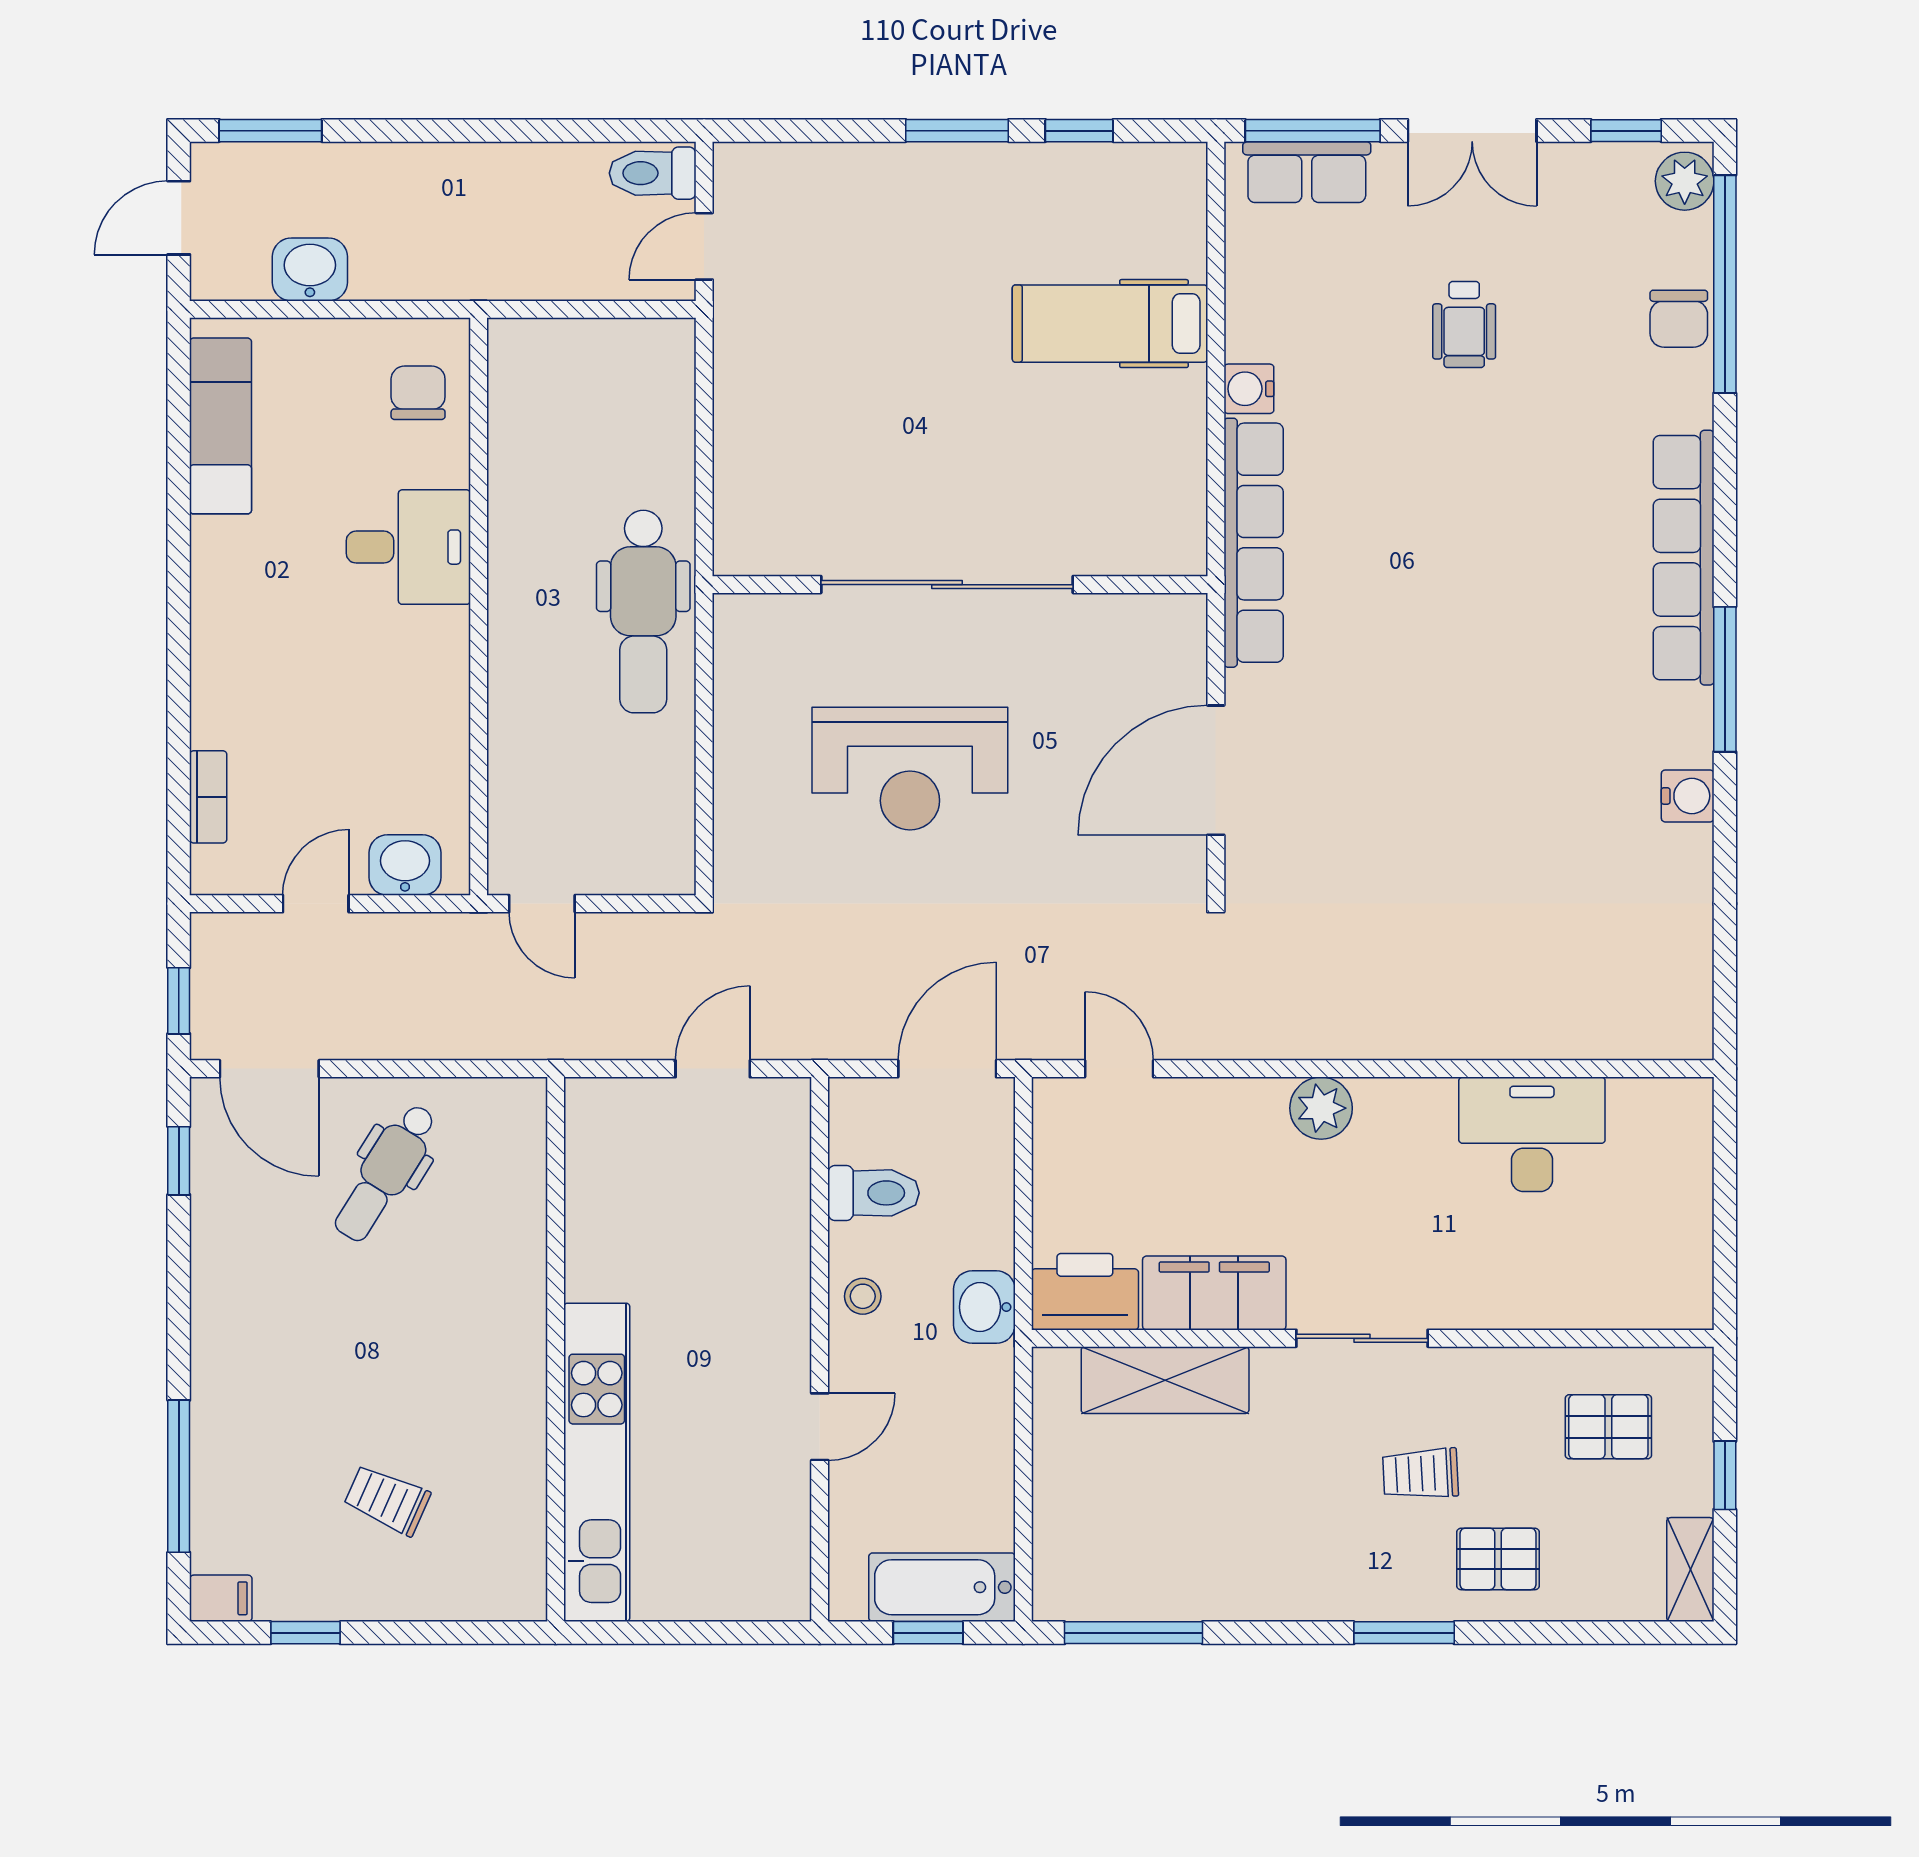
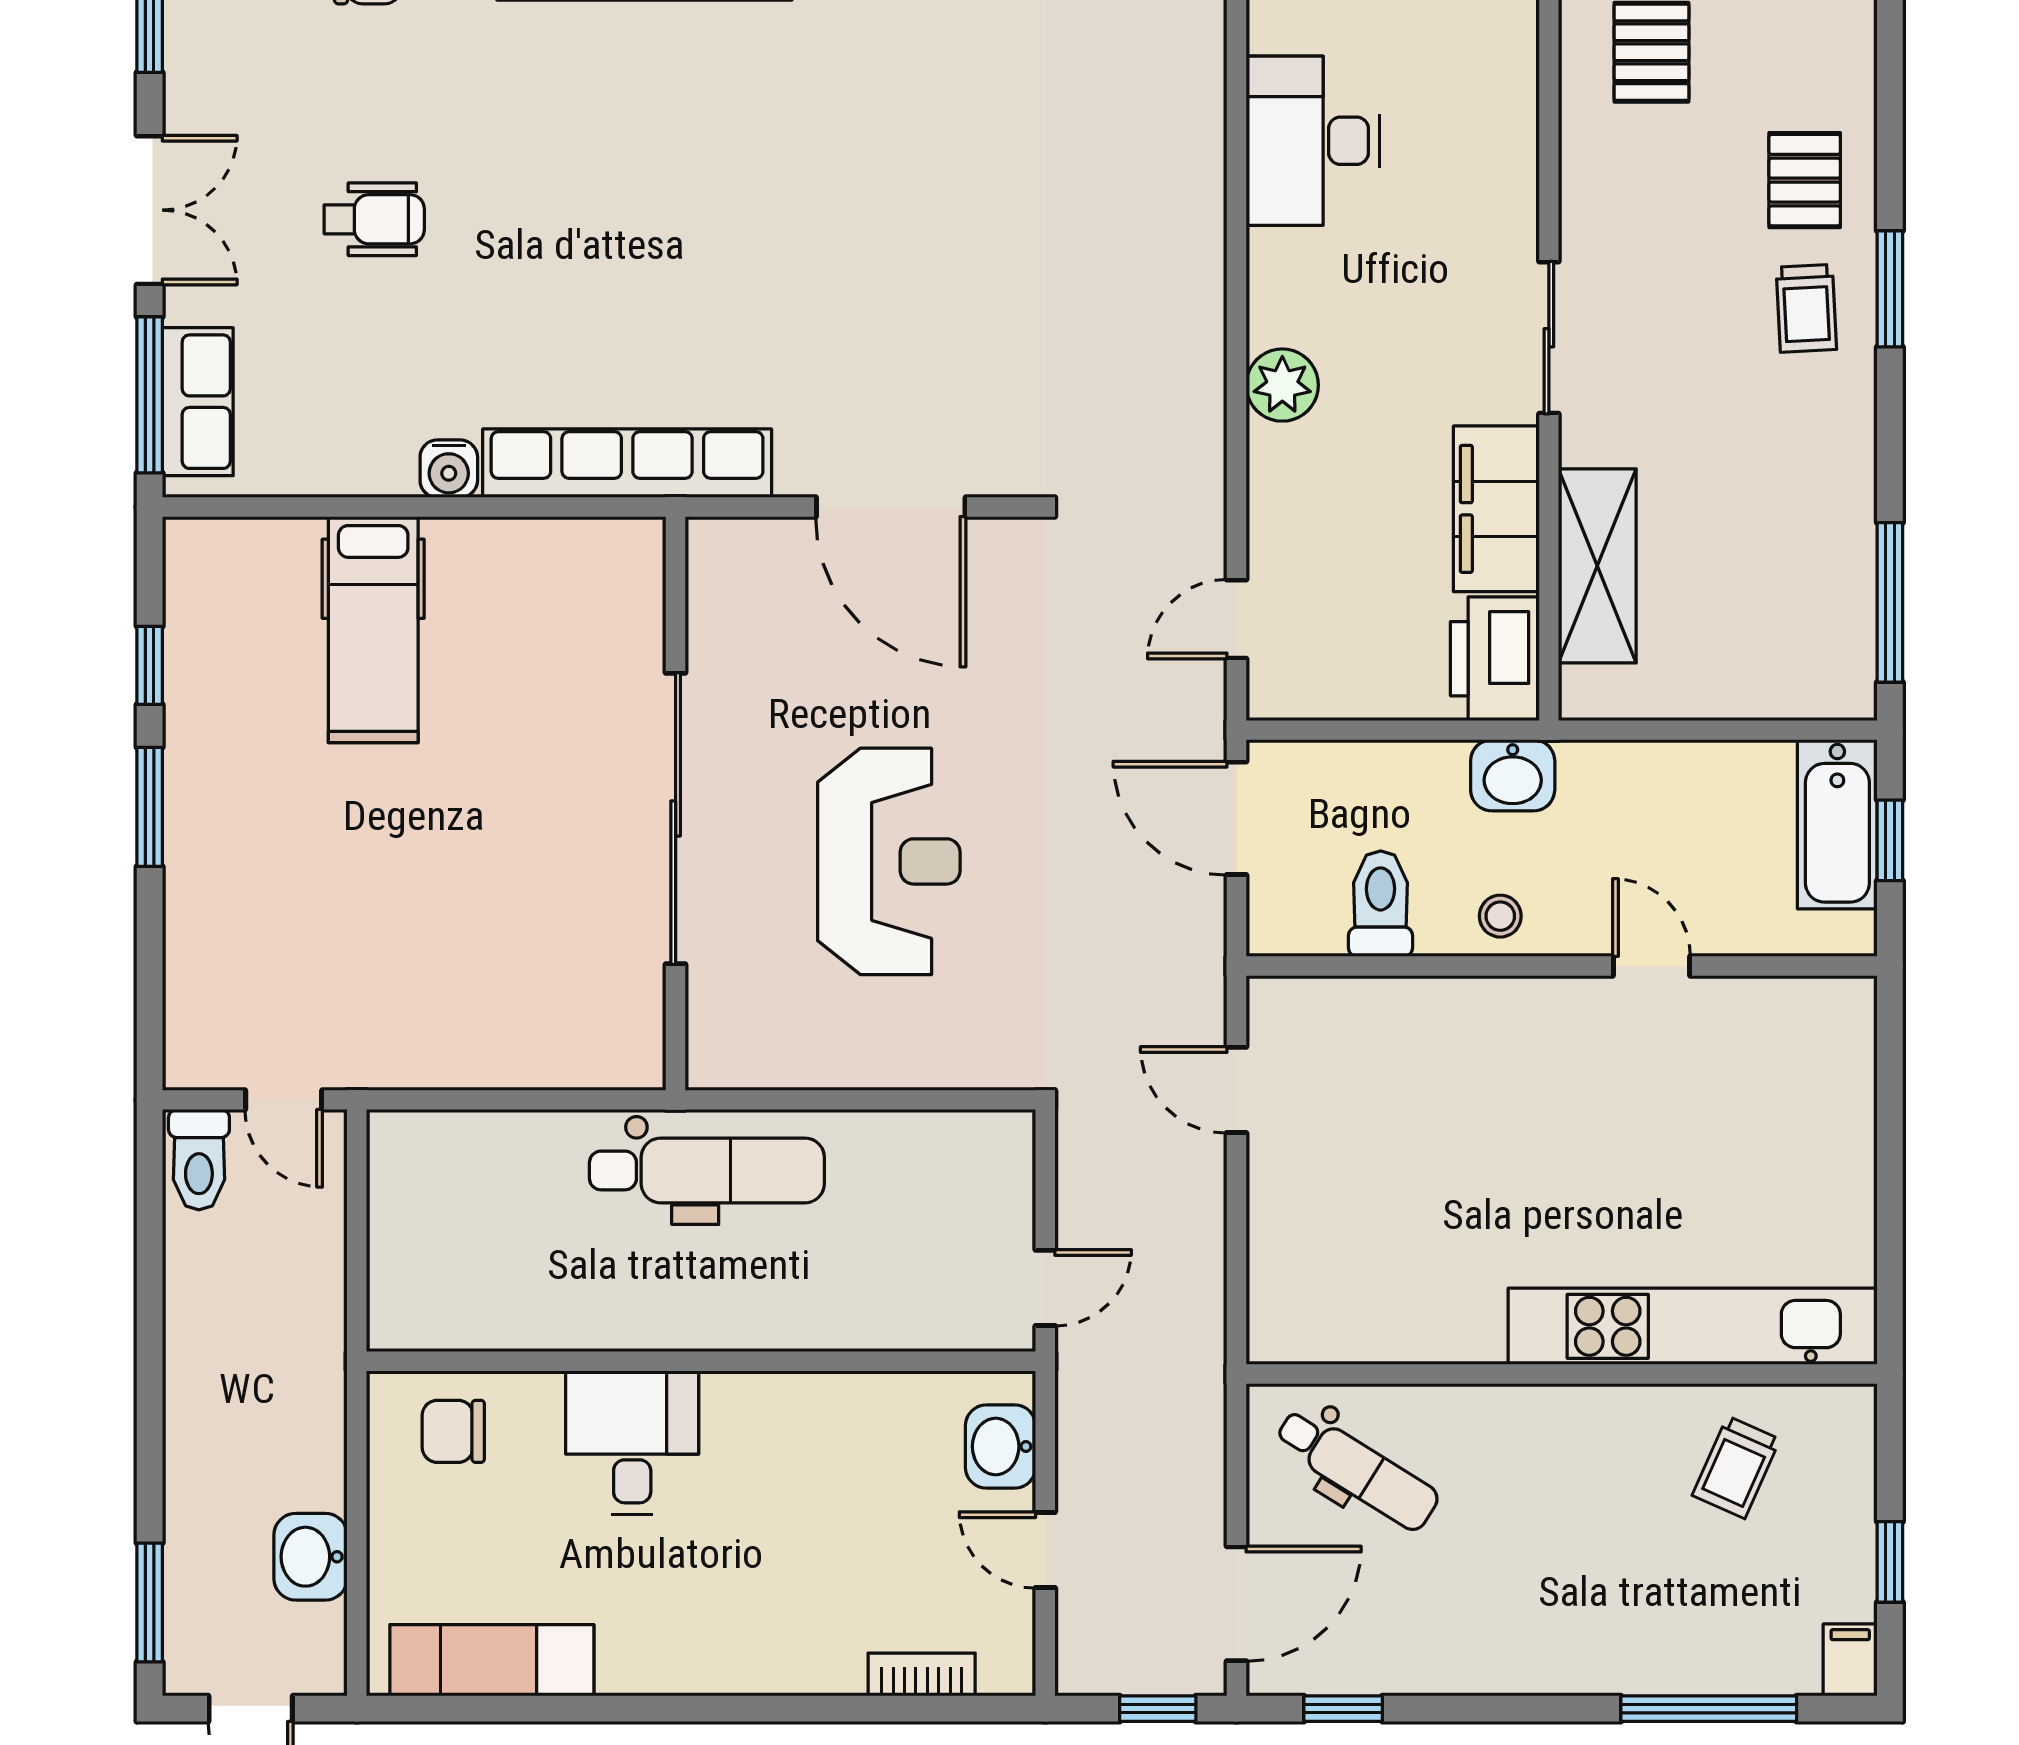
wall: (556, 1349) -> (1562, 1374), moved
kitchen unit: (597, 1462) -> (1693, 1326), moved
trolley: (1420, 1474) -> (1806, 308), moved

